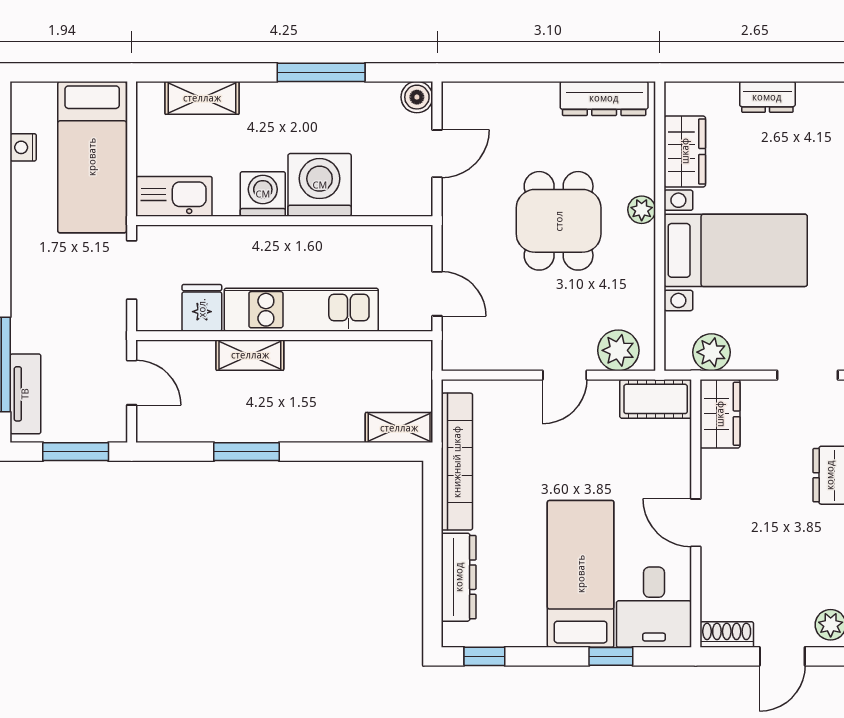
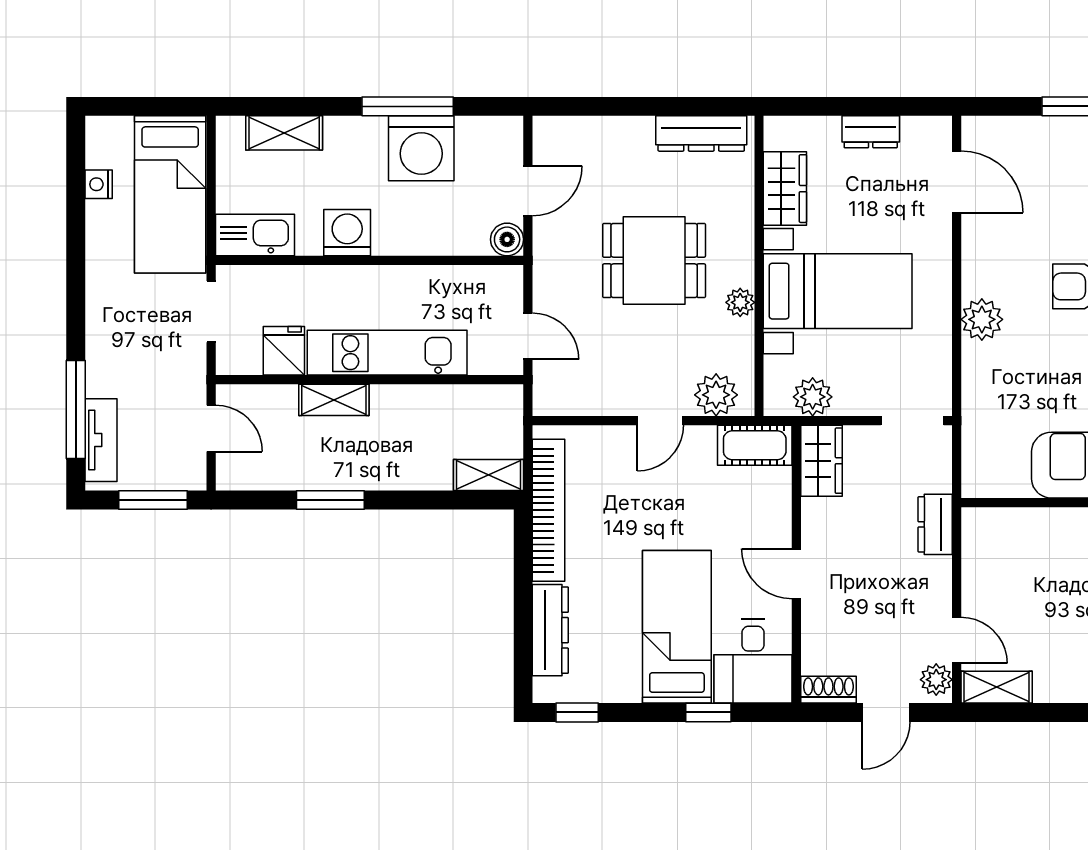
boiler: (417, 97) -> (507, 239), moved
washing machine: (320, 185) -> (421, 148), moved, turned 180
plant: (642, 210) -> (740, 302), moved
dining table: (559, 221) -> (654, 261), turned 90

